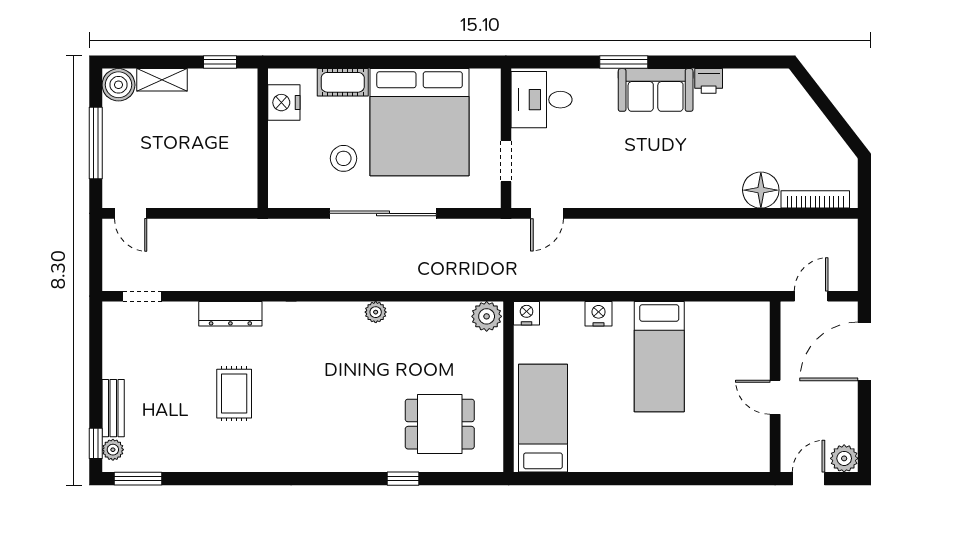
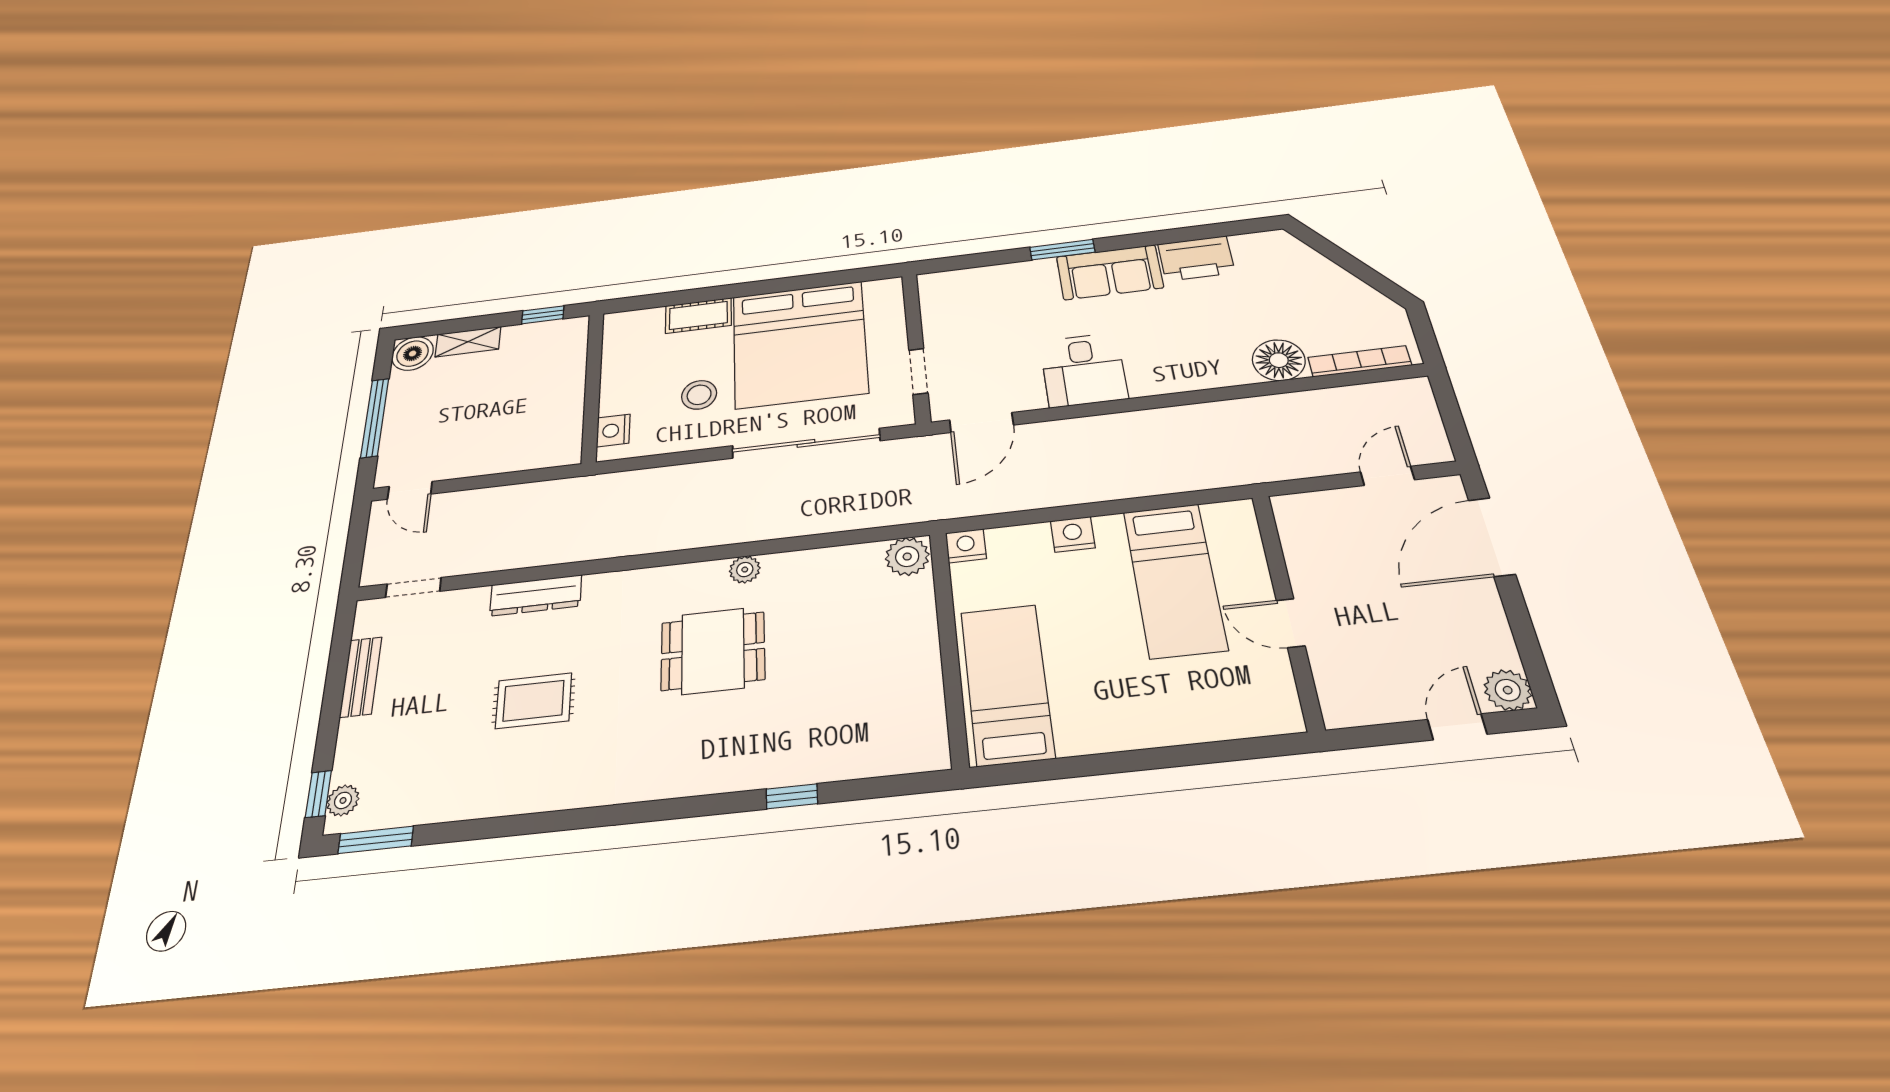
printer: (709, 81) -> (1196, 258), width x1.87, depth x1.48
desk: (542, 100) -> (1083, 370), moved, turned -90
nightstand: (284, 103) -> (613, 430), moved, width x0.74, depth x0.75
sliding door: (383, 213) -> (806, 443), moved
door: (547, 213) -> (981, 422), width x1.38
wall: (775, 387) -> (1287, 609), moved
rug: (234, 394) -> (534, 701), turned 90
door: (775, 397) -> (1291, 623), moved
bench: (113, 408) -> (361, 677), moved
dining table: (440, 424) -> (713, 651), moved

